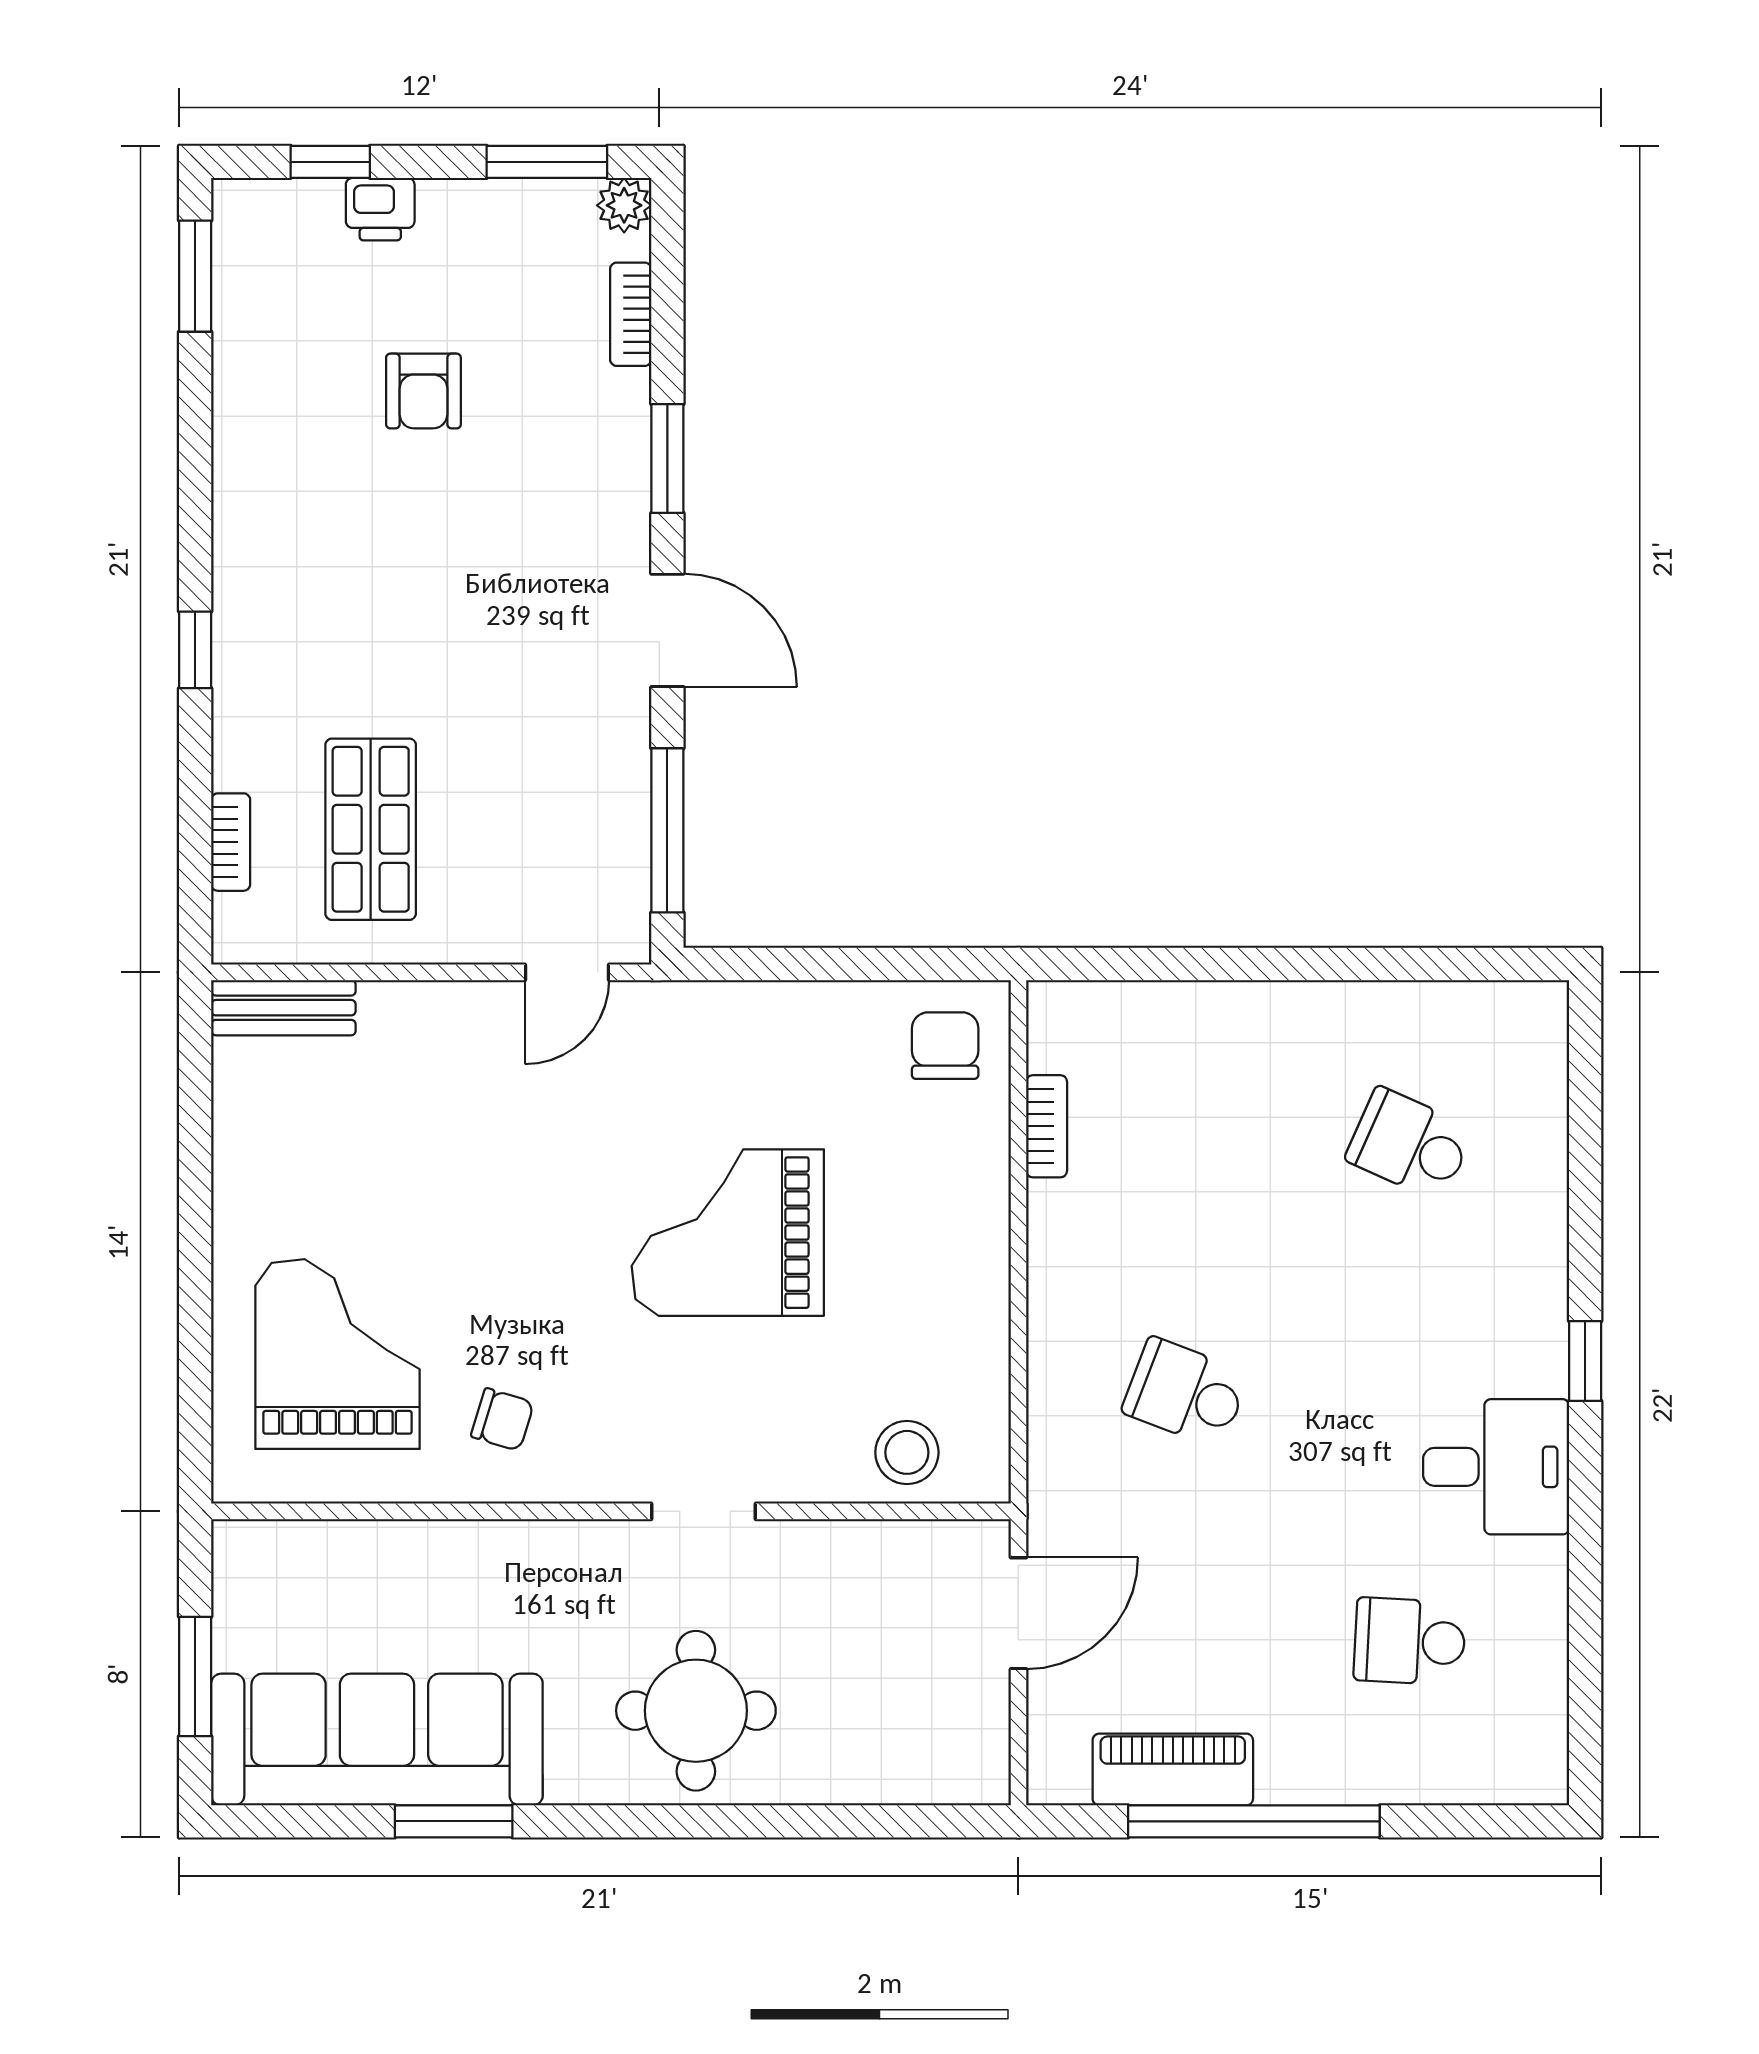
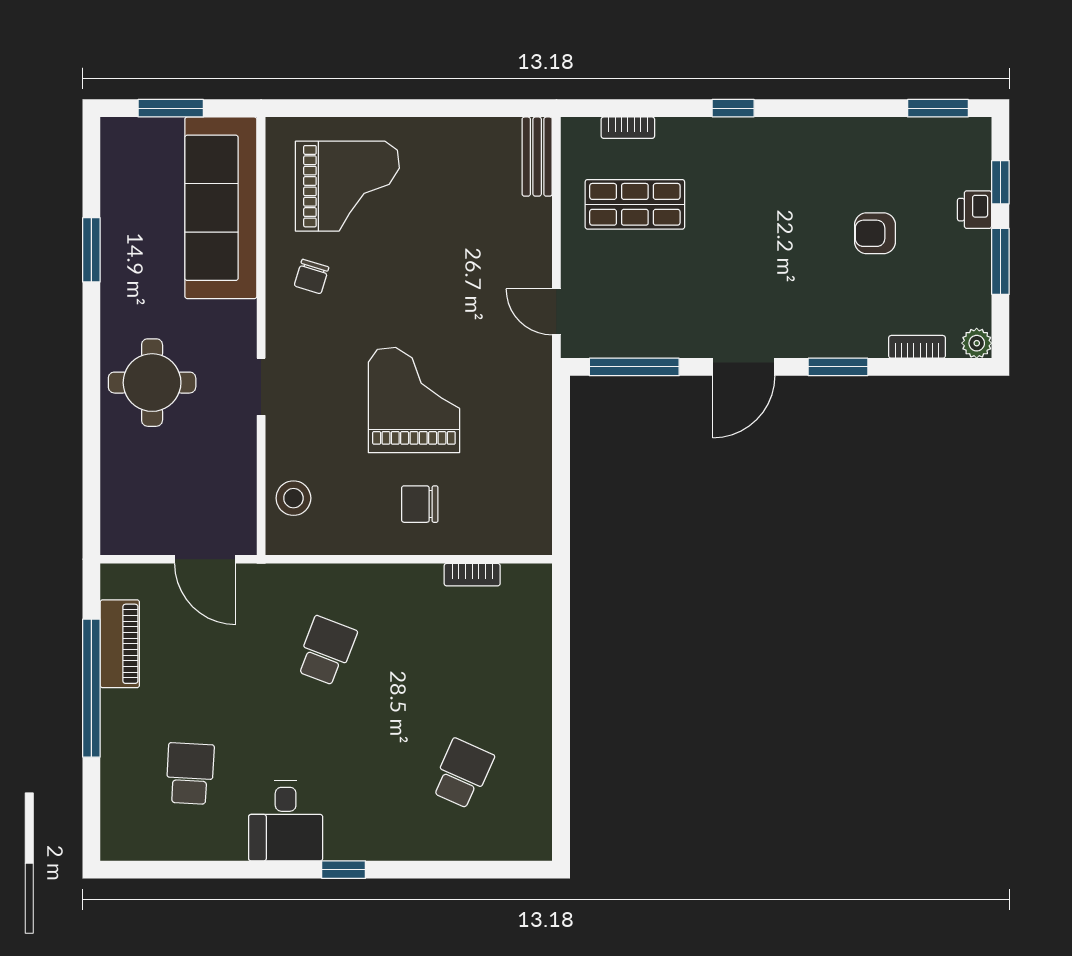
window: (547, 162) -> (1000, 261), moved
chair: (945, 1046) -> (420, 504), moved, turned 180
sofa: (377, 1740) -> (221, 208), moved, turned 180

